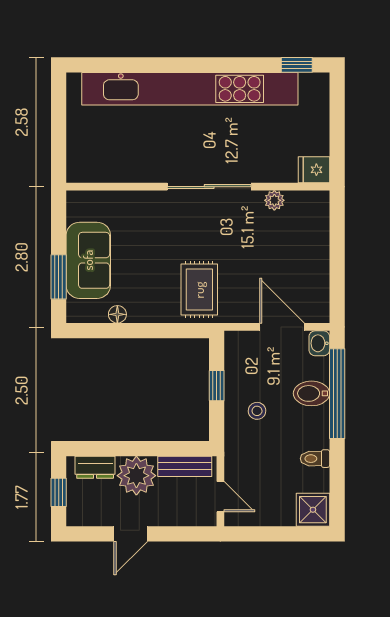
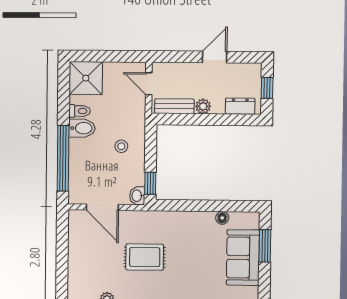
rug: (199, 290) -> (145, 257), moved, turned 90
washbasin: (319, 343) -> (137, 196), moved, turned 180
window: (217, 386) -> (150, 183), moved
bidet: (311, 393) -> (82, 128), moved
plant: (136, 476) -> (203, 106), width x0.53, depth x0.53
shower: (313, 510) -> (86, 78), width x1.36, depth x1.36

